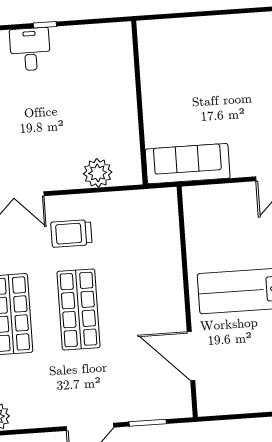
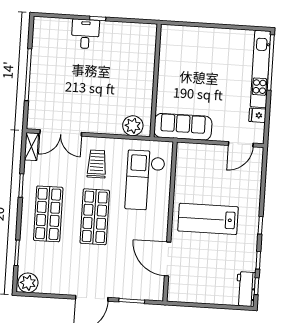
plant: (98, 173) -> (133, 126), moved
trolley: (71, 233) -> (97, 164), turned 90
checkout: (144, 248) -> (145, 180), added

